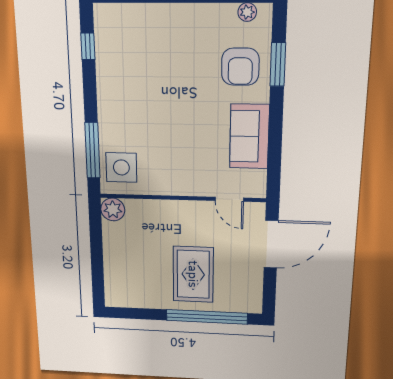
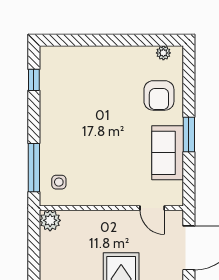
window: (278, 64) -> (189, 135), moved
side table: (121, 167) -> (59, 182), width x0.54, depth x0.54

